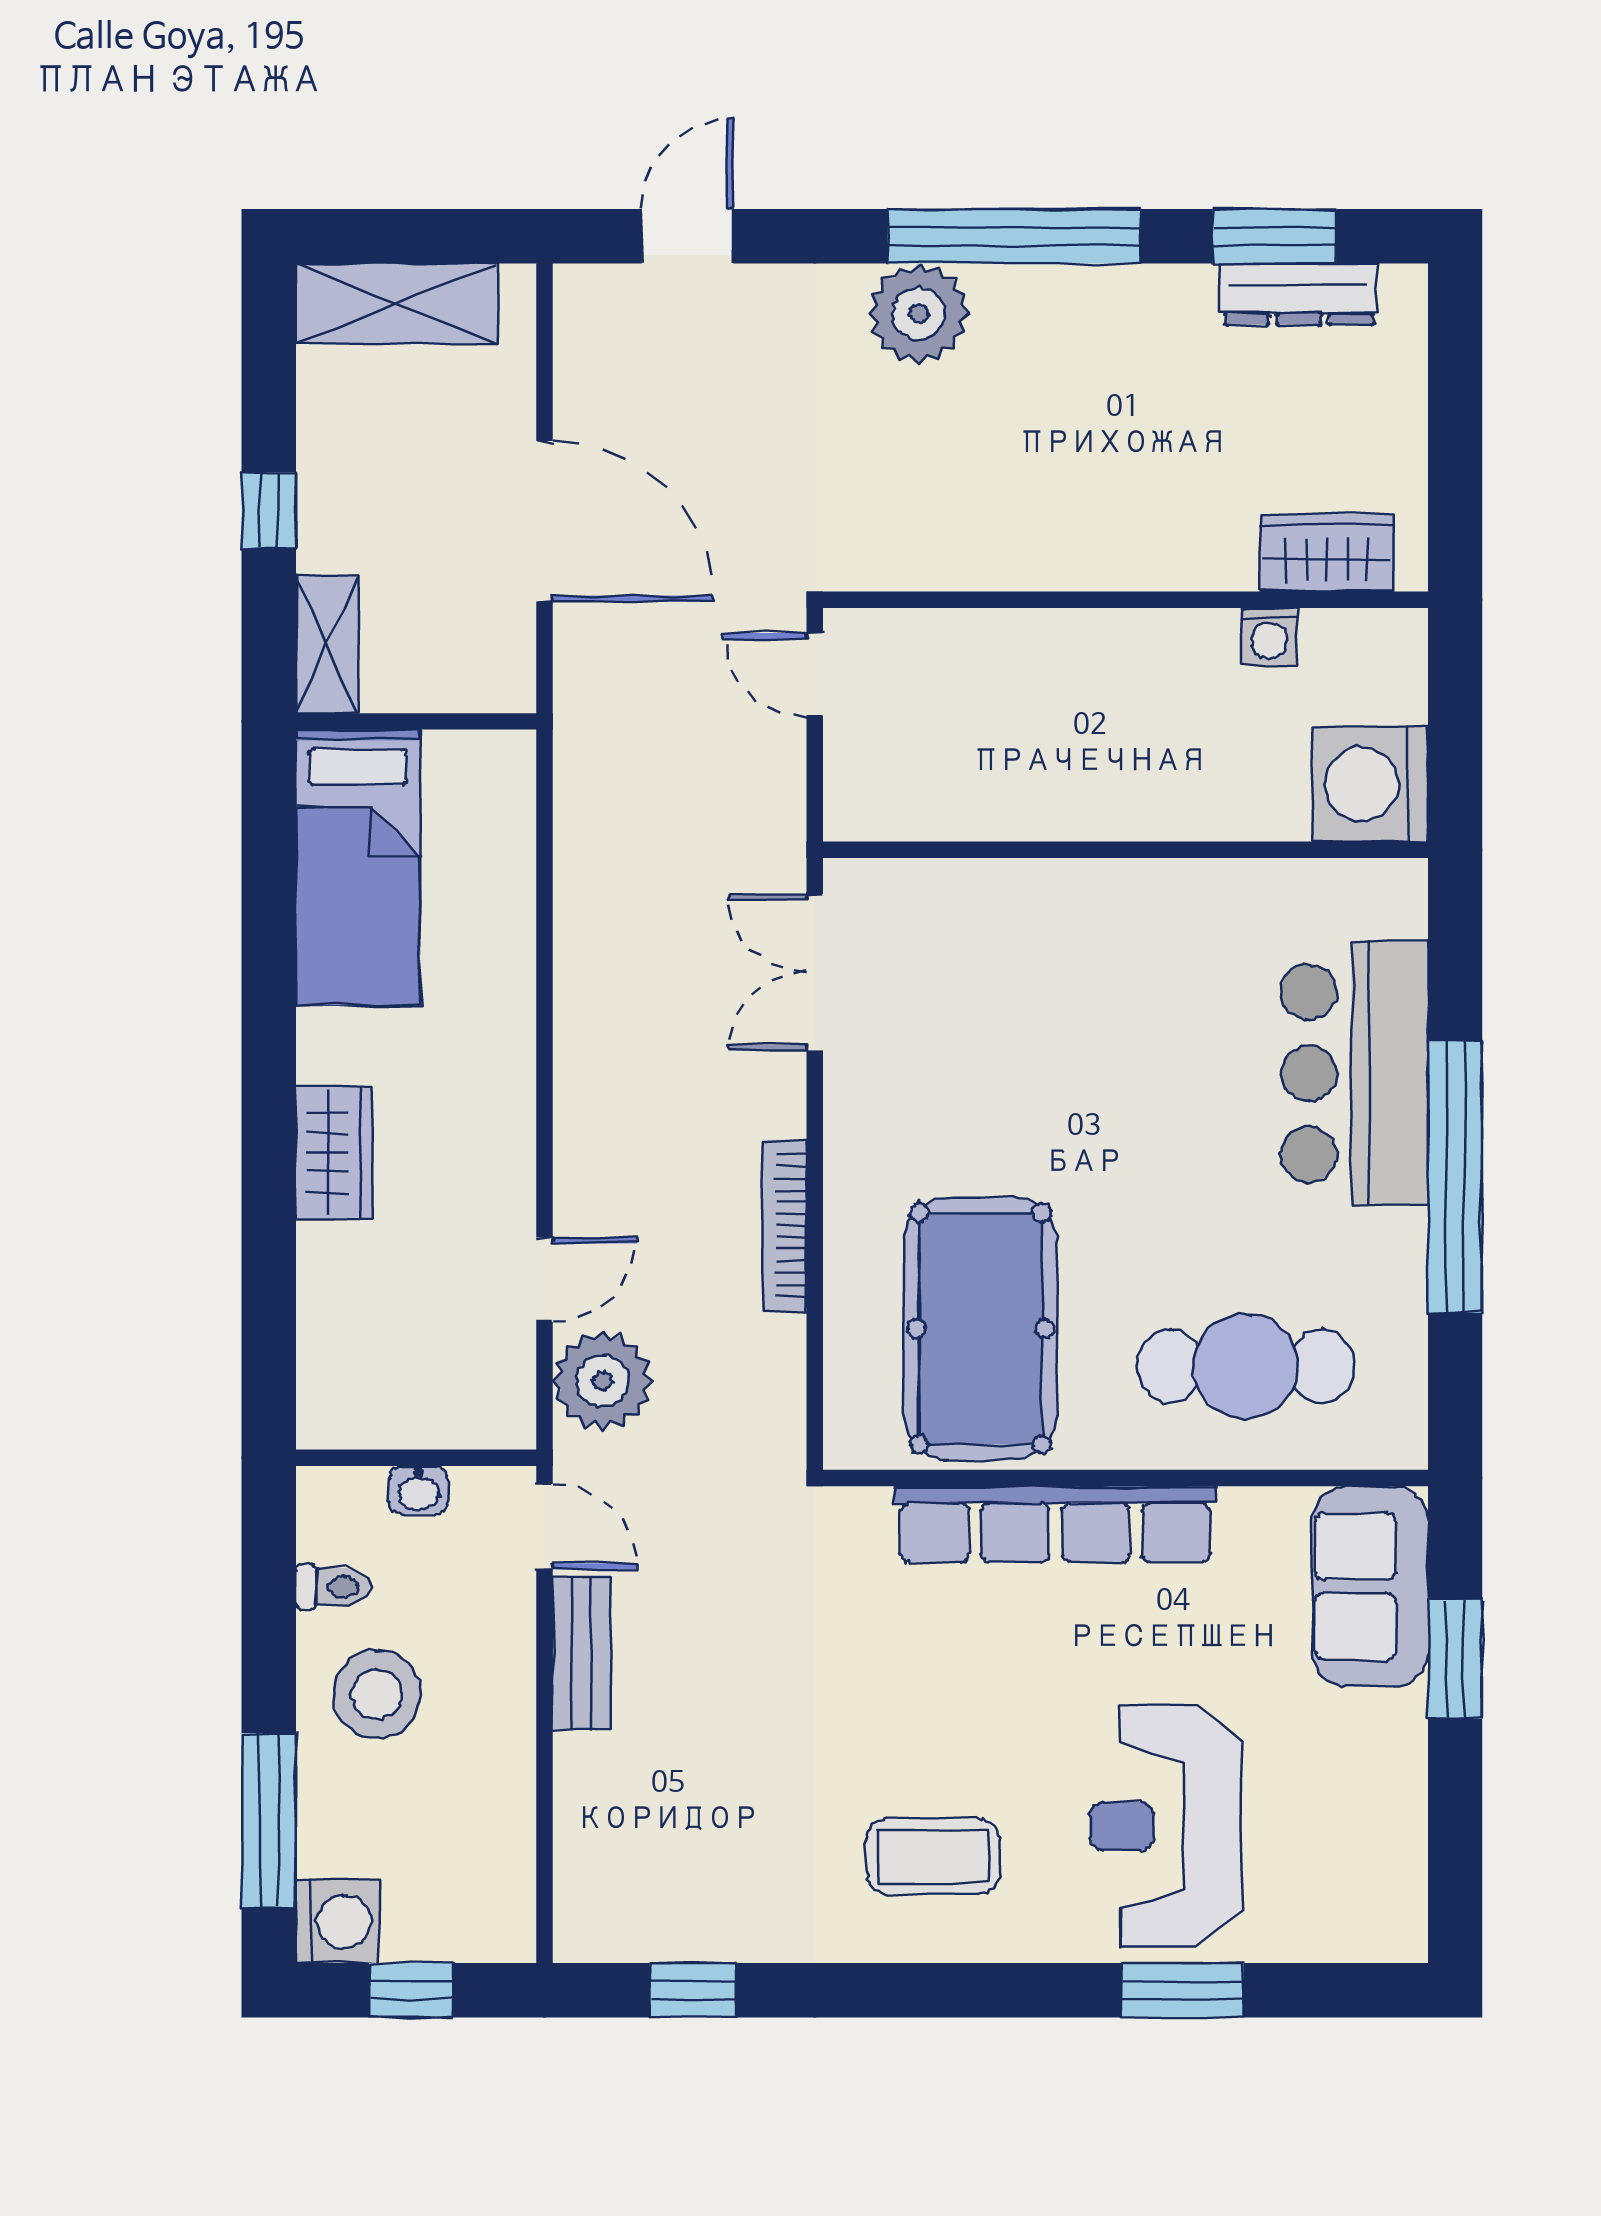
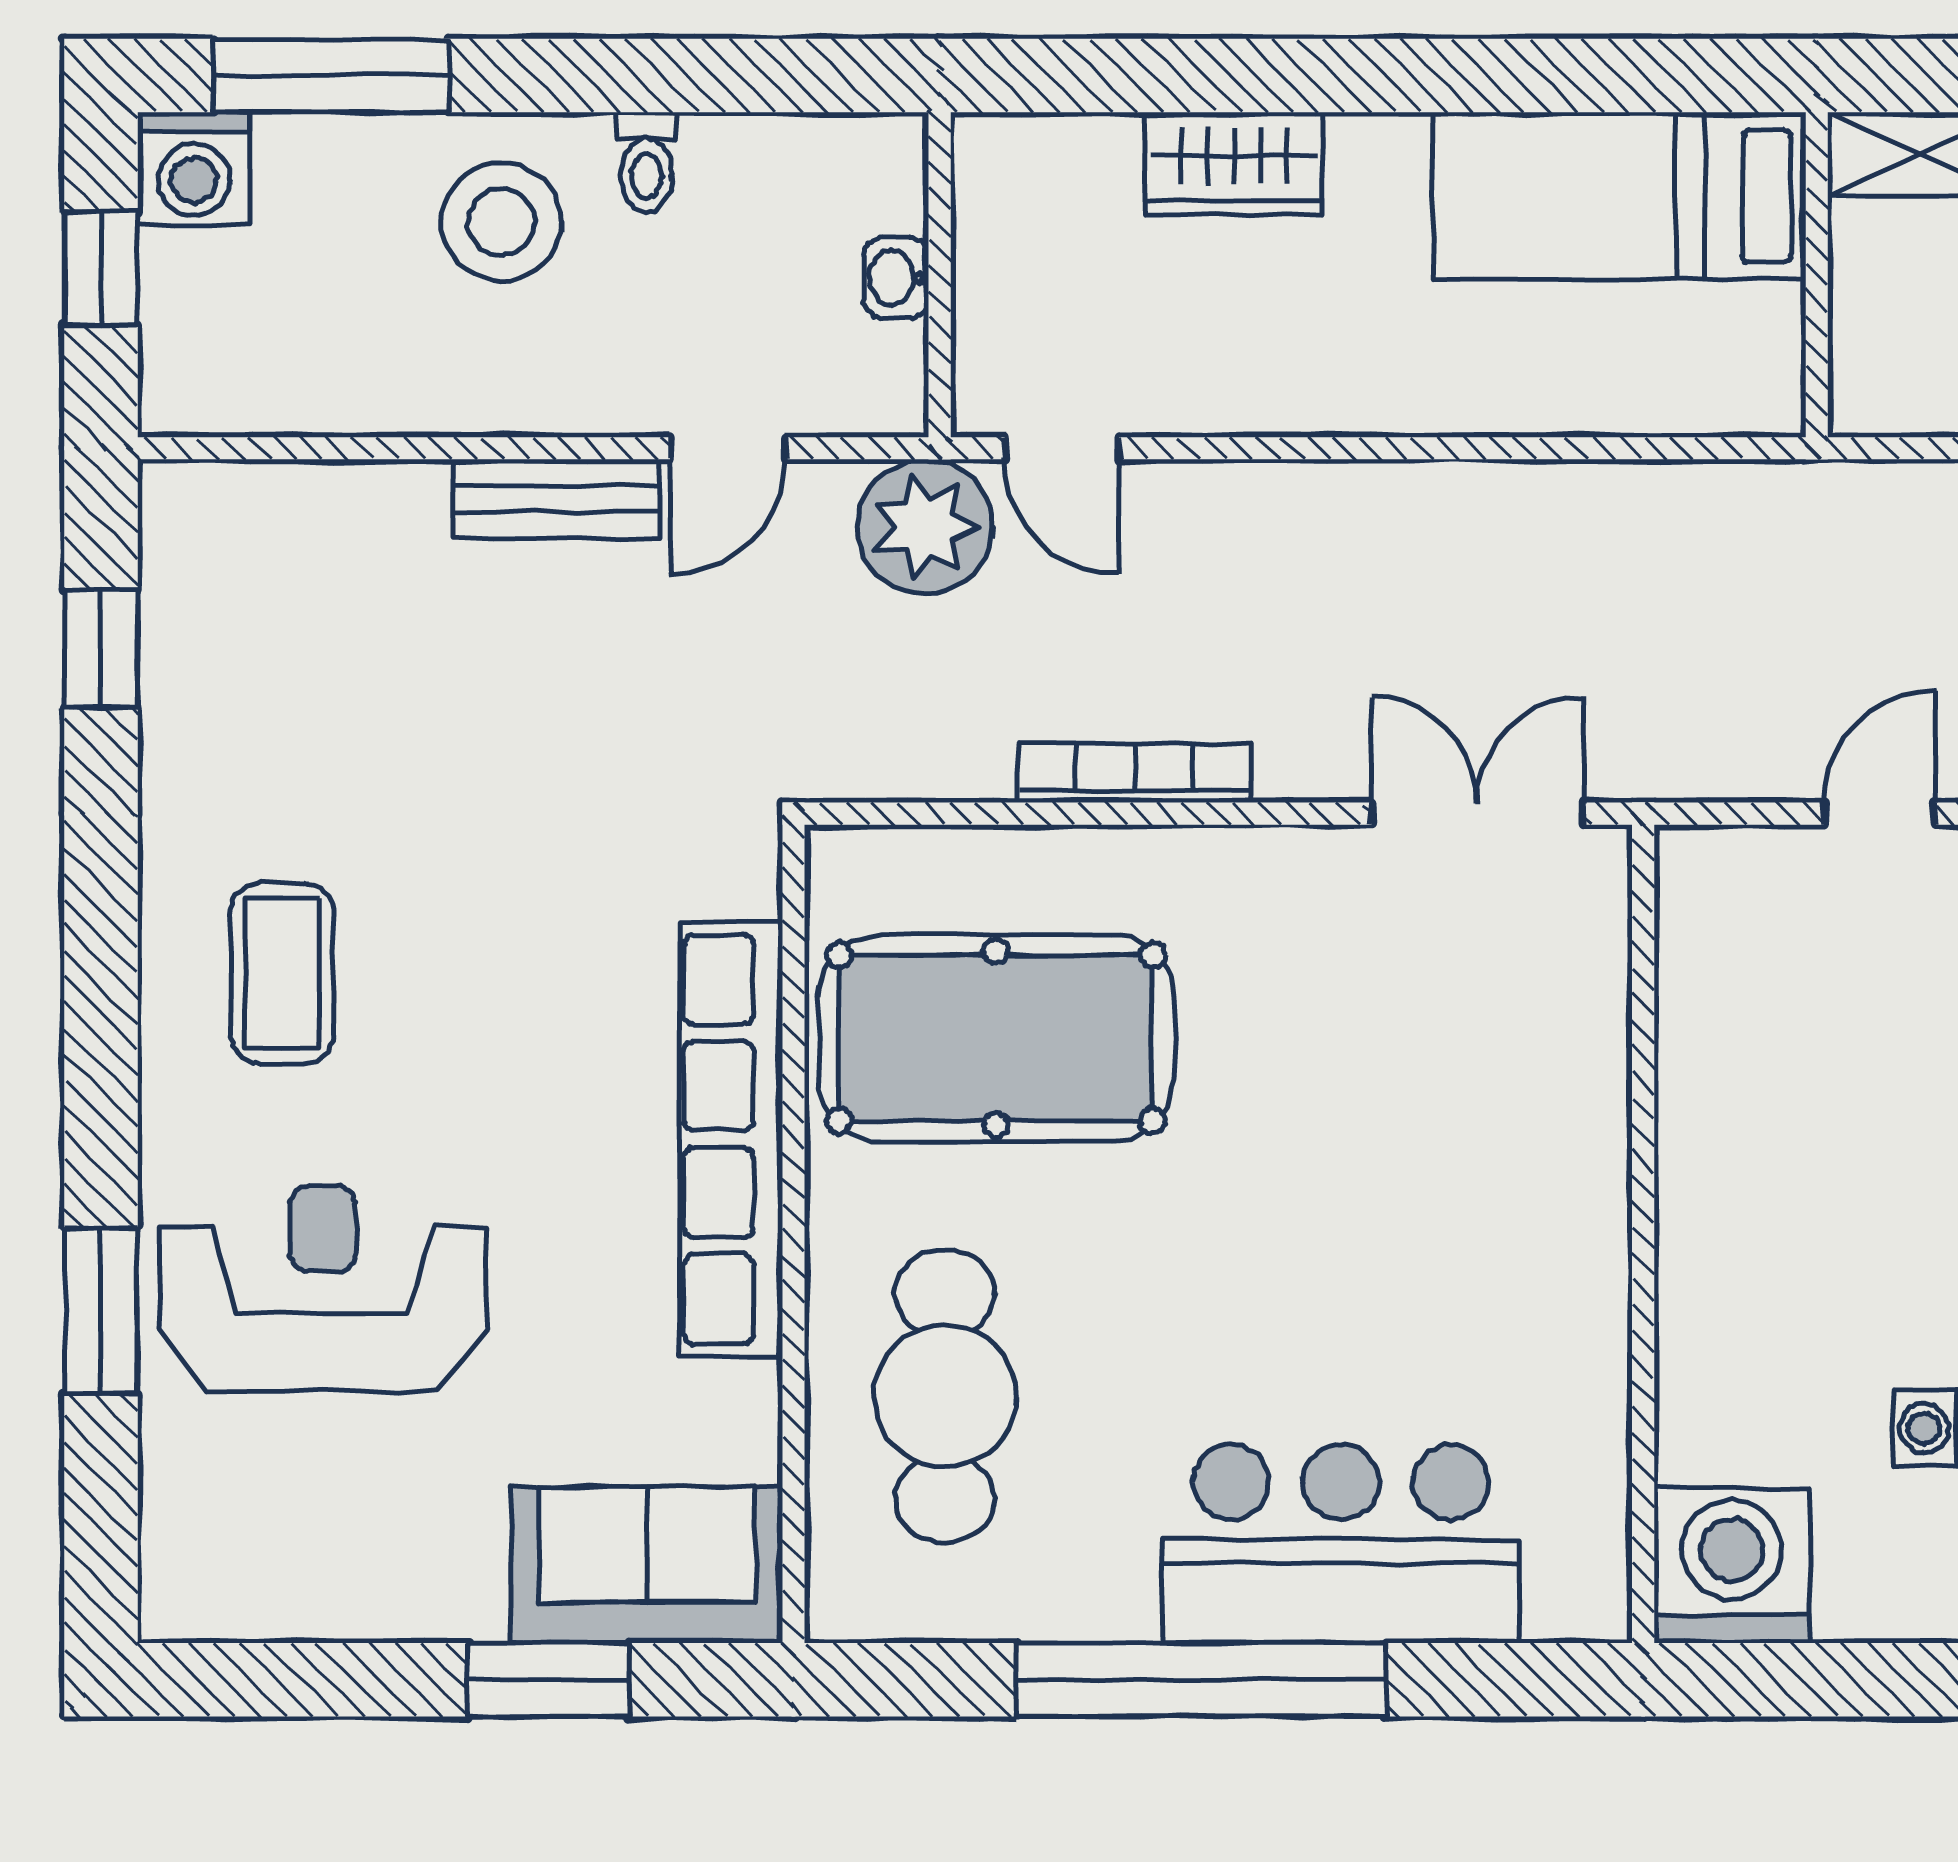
wall: (416, 1458) -> (940, 275), moved
washbasin: (418, 1490) -> (896, 278), moved

